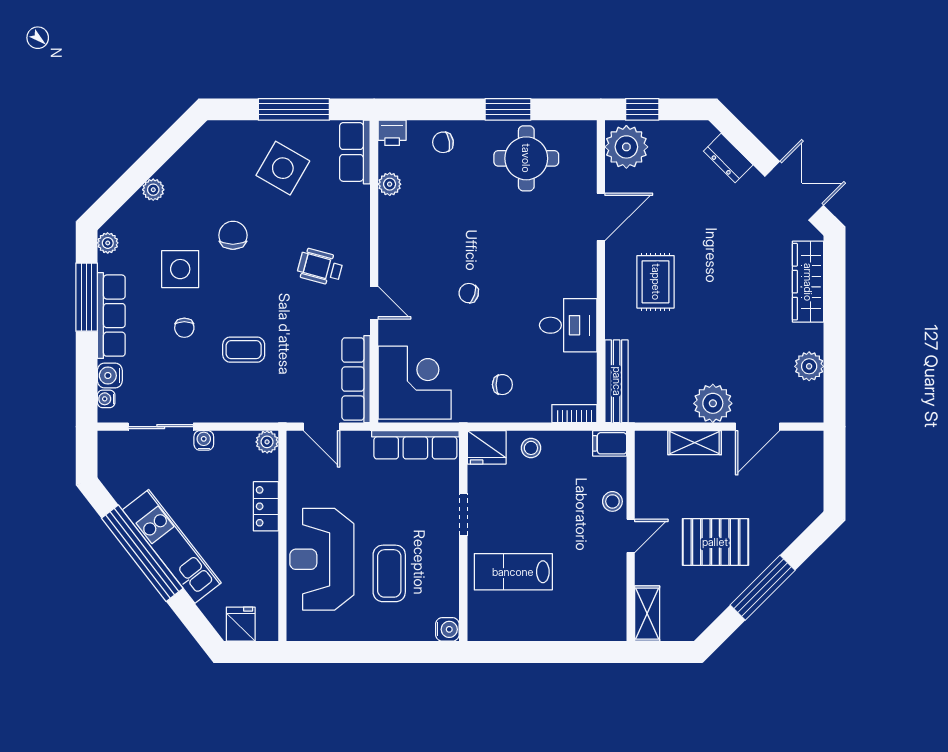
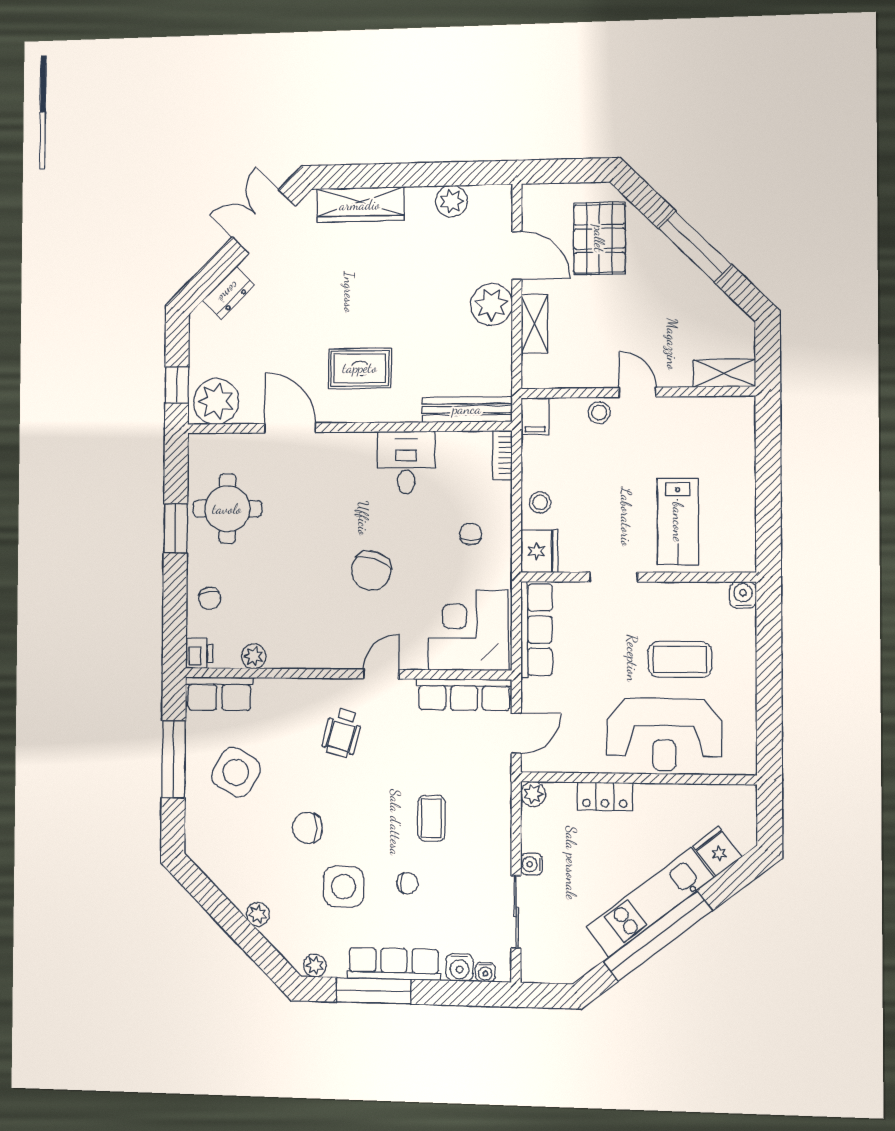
chair: (469, 293) -> (371, 571), width x1.87, depth x1.87
pallet: (715, 542) -> (599, 239), moved
fridge: (241, 624) -> (717, 851), moved, turned 52

